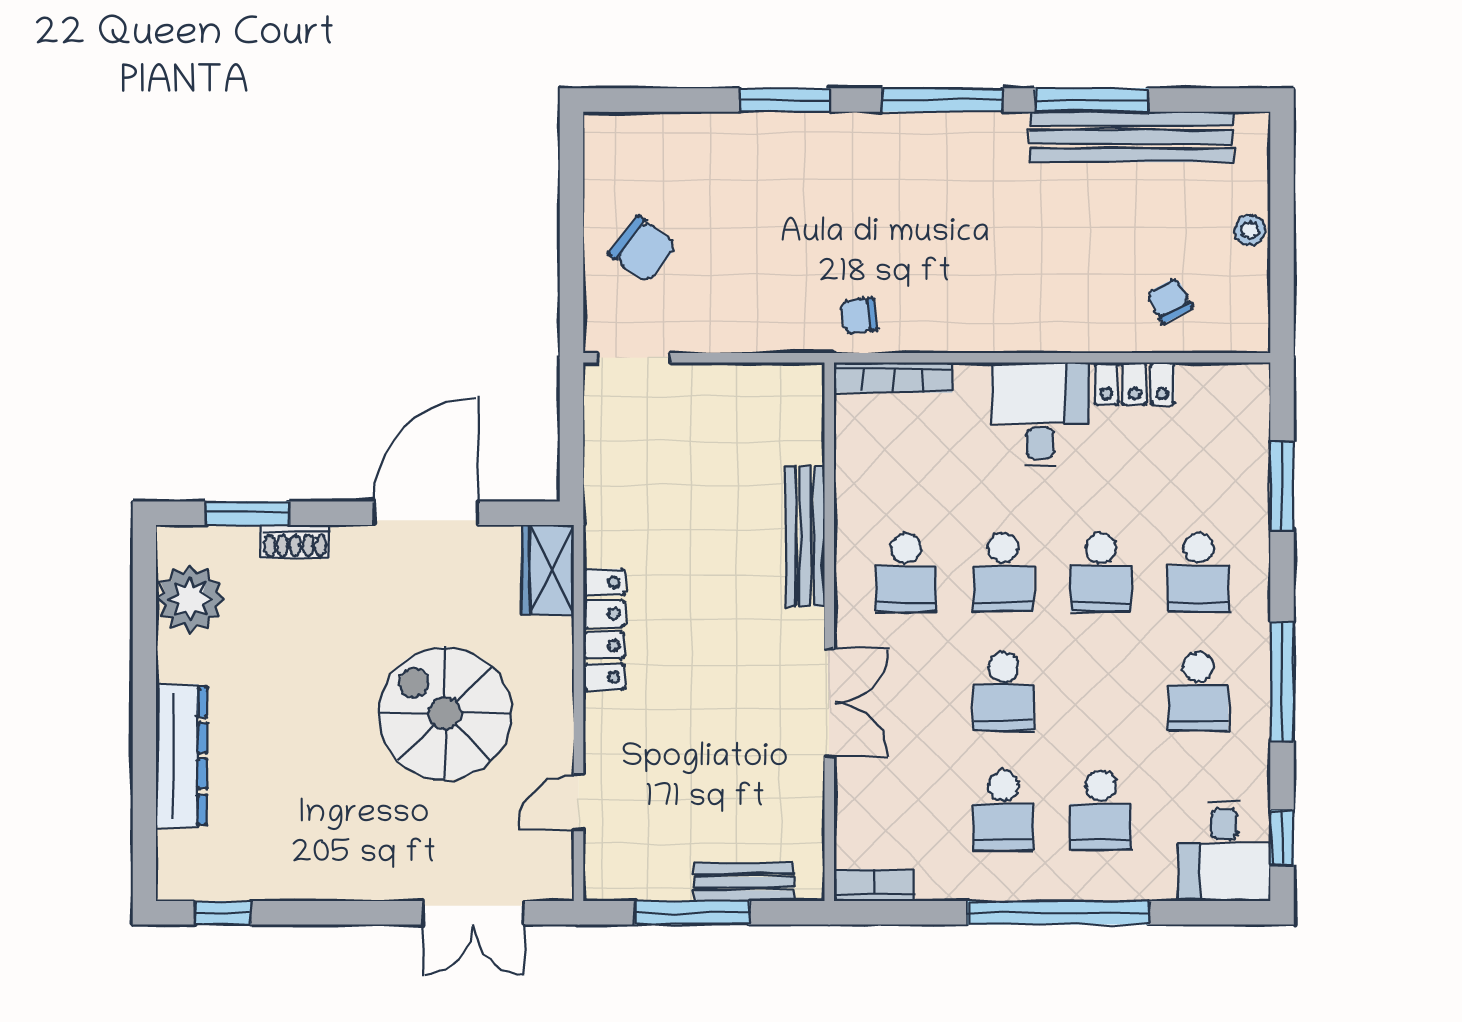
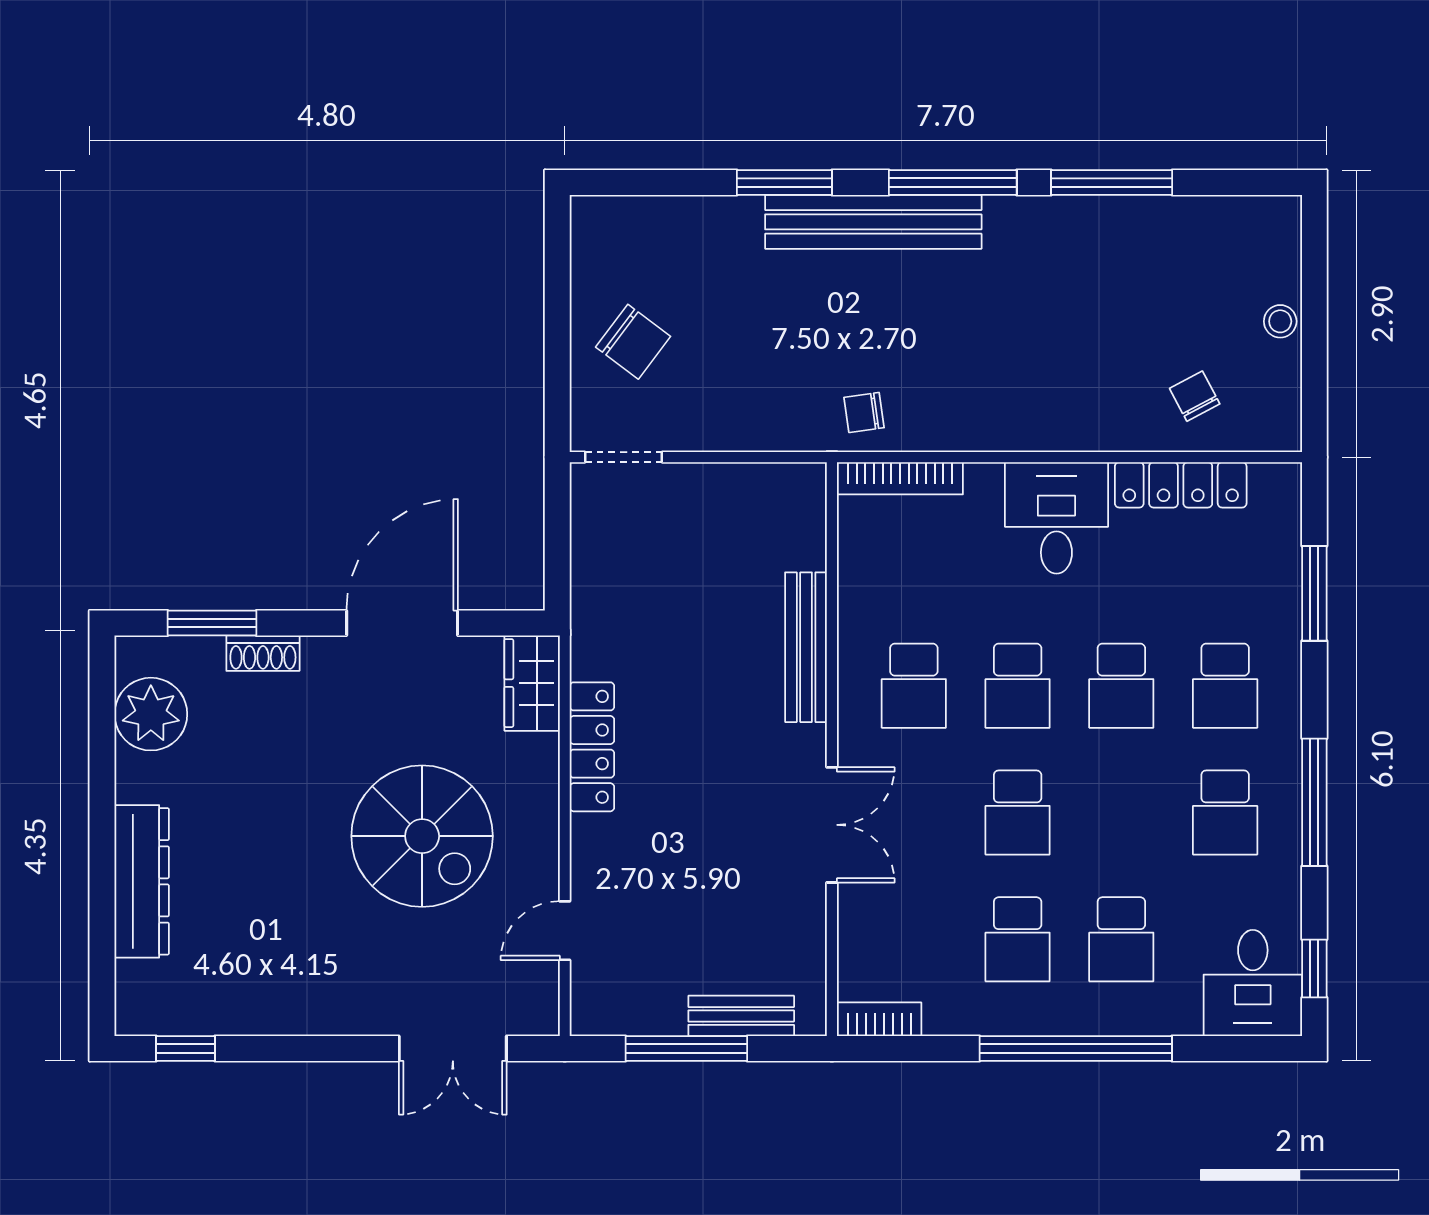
bench: (1131, 137) -> (873, 222), moved
locker: (1134, 384) -> (1181, 485), width x1.53
spiral stairs: (445, 713) -> (422, 836), turned 180

